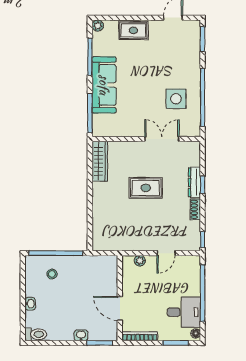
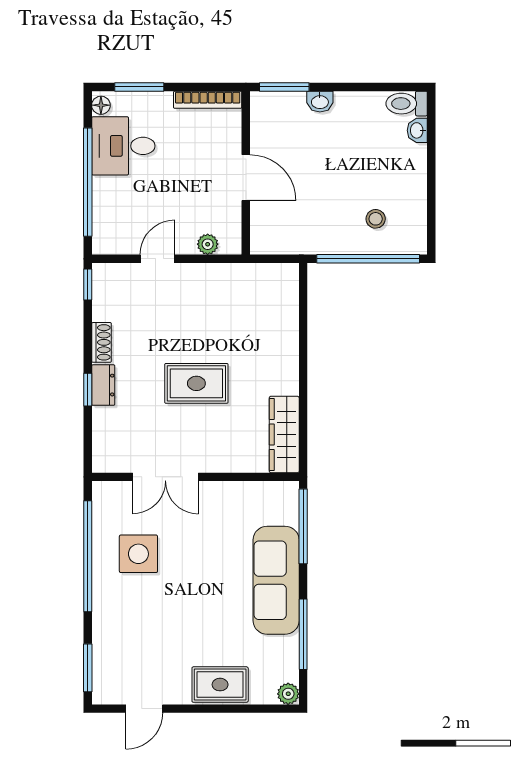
dresser: (194, 182) -> (103, 385), width x0.70
washbasin: (30, 304) -> (417, 130), moved
door: (120, 308) -> (246, 178), moved

